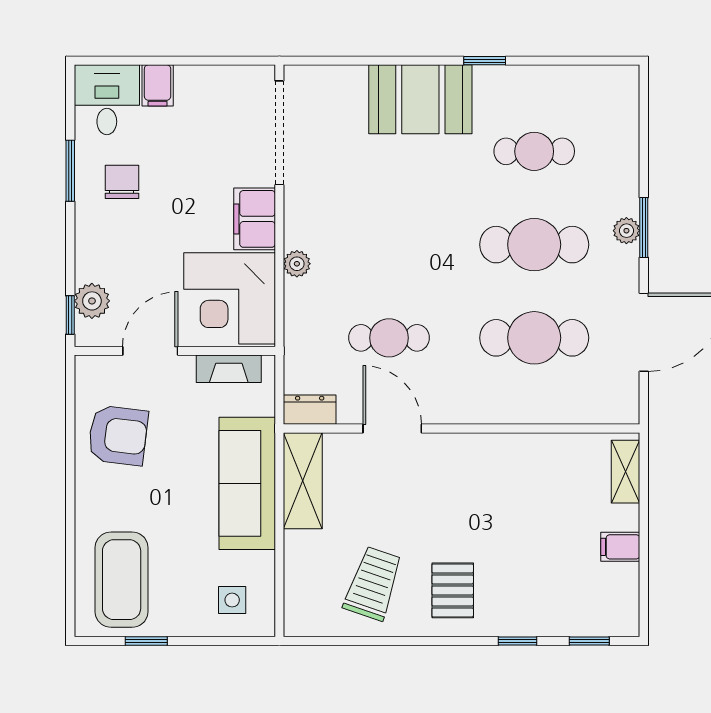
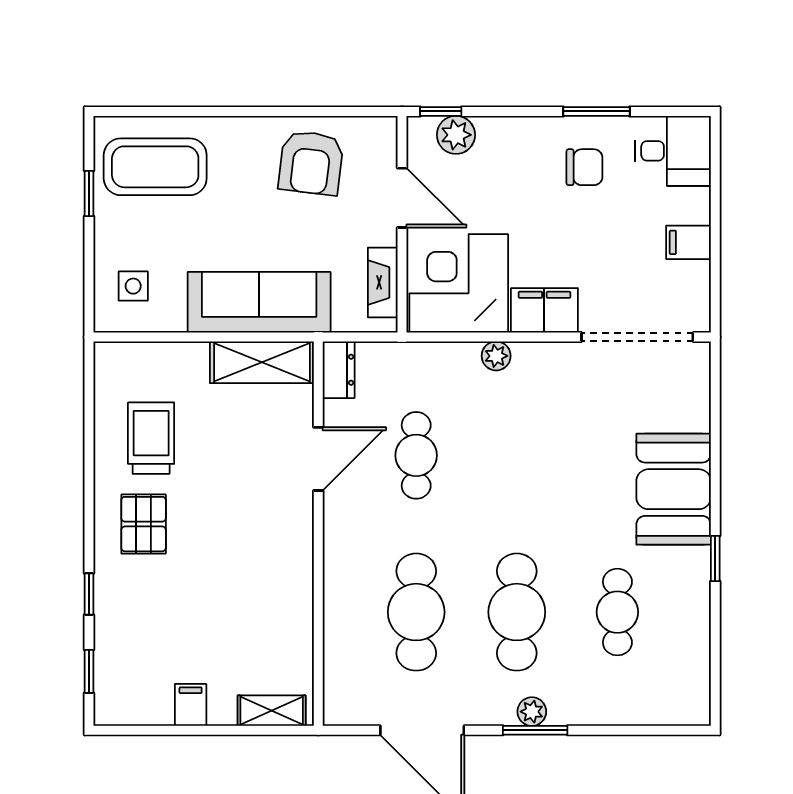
filing cabinet: (158, 85) -> (688, 242), moved
trolley: (373, 583) -> (151, 438), turned -109
pallet: (453, 590) -> (144, 524), turned 90

